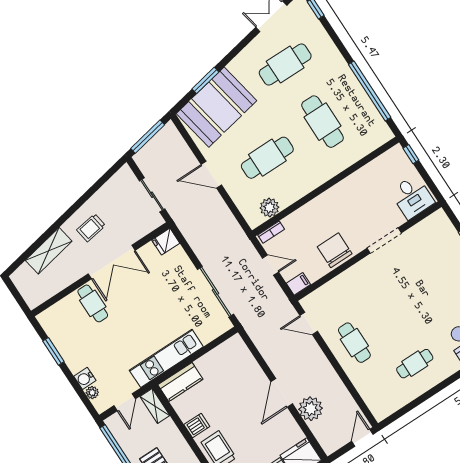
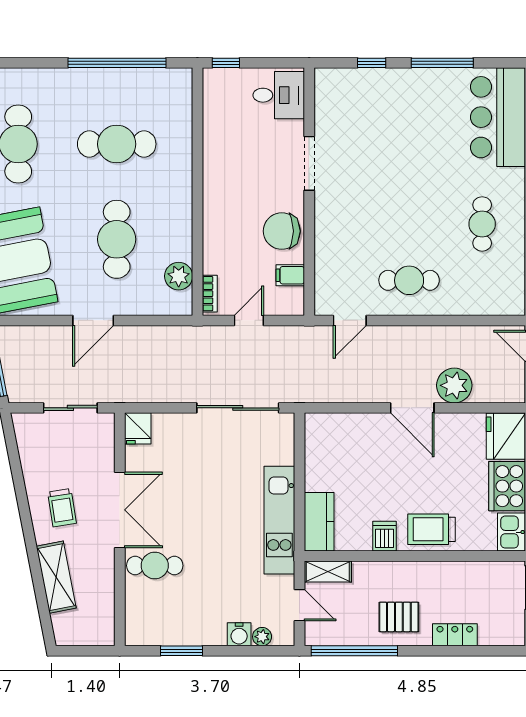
filing cabinet: (298, 284) -> (290, 275), moved, turned -90

